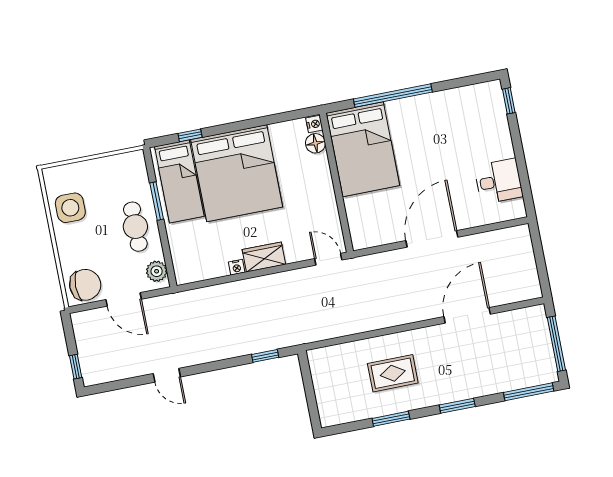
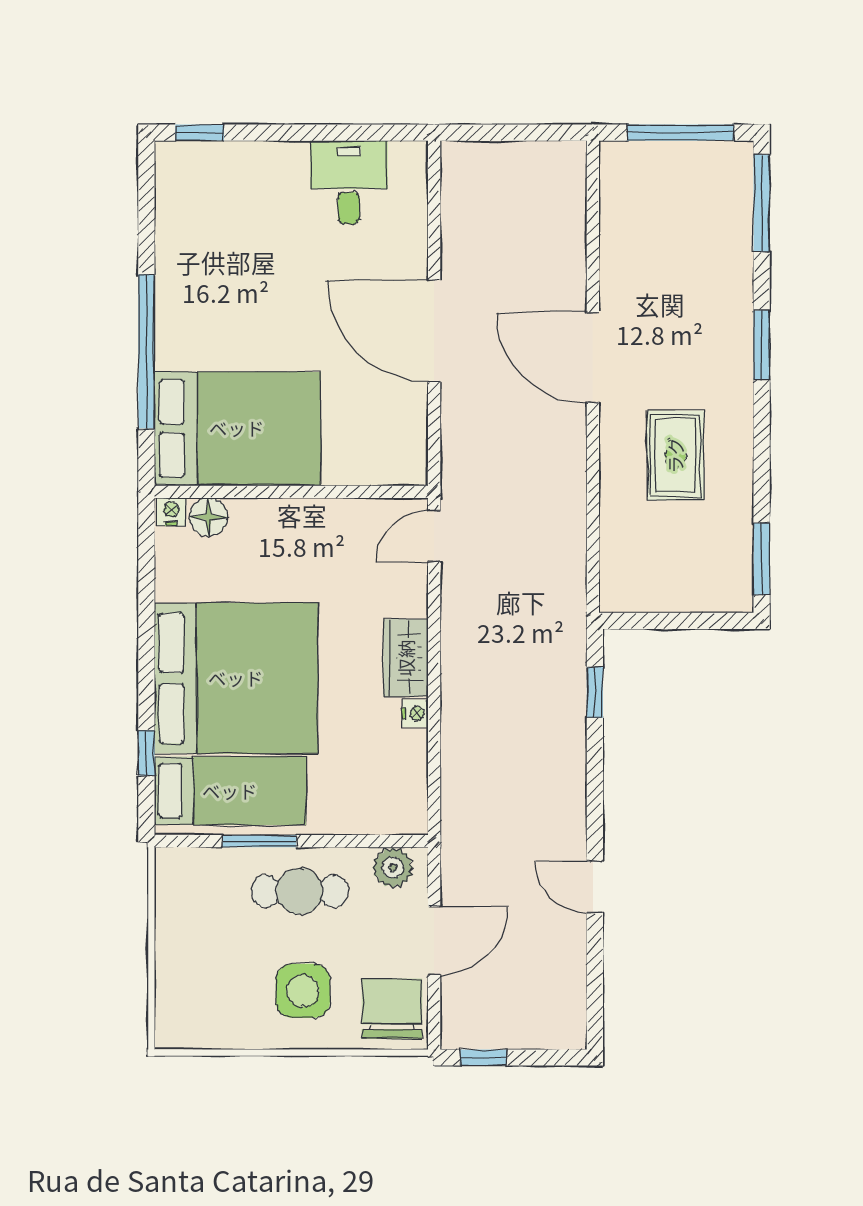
side table: (70, 208) -> (303, 991), moved
door: (467, 315) -> (593, 358), moved
window: (76, 367) -> (483, 1057), moved
door: (167, 375) -> (595, 887), swing flipped
window: (391, 419) -> (762, 559), moved

